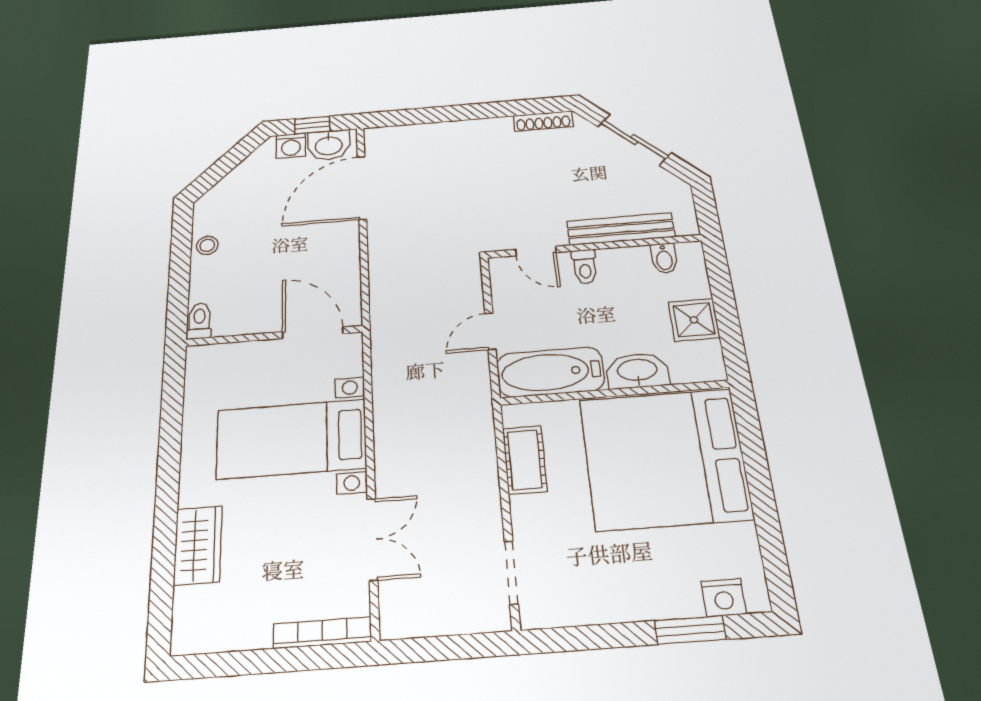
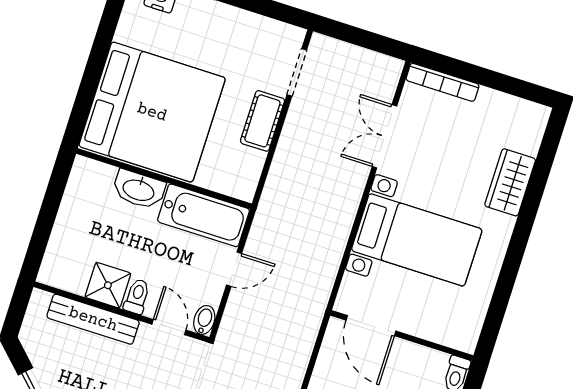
bidet: (664, 258) -> (204, 320), moved
shower: (694, 320) -> (108, 285), moved
cot: (525, 460) -> (262, 121), moved

